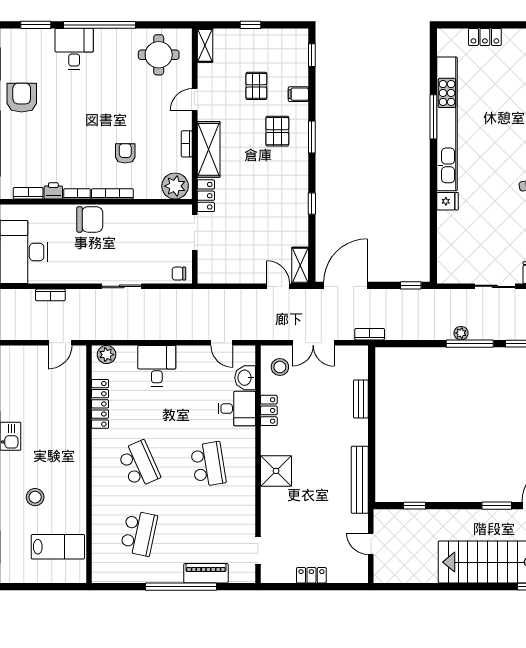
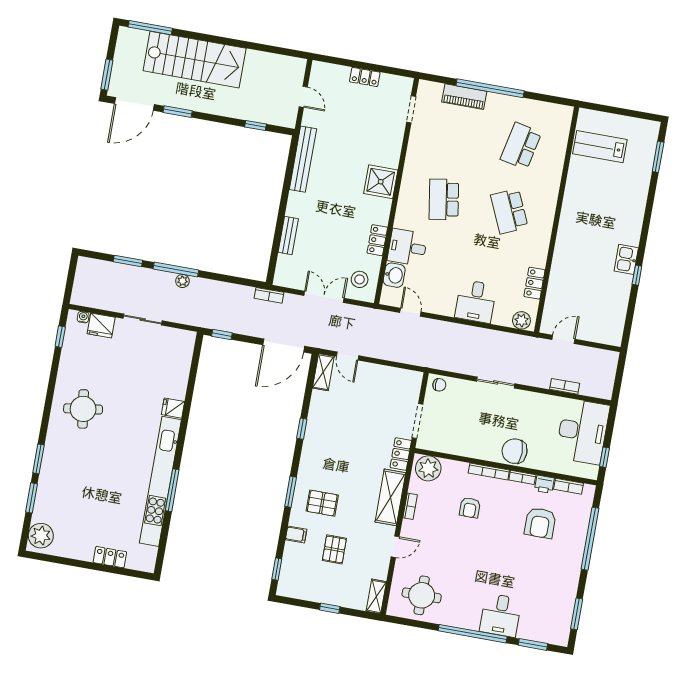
armchair: (22, 98) -> (540, 523), moved
pallet: (277, 131) -> (322, 503), turned 90
locker: (100, 404) -> (534, 283), width x0.66
stool: (35, 497) -> (613, 198), removed

